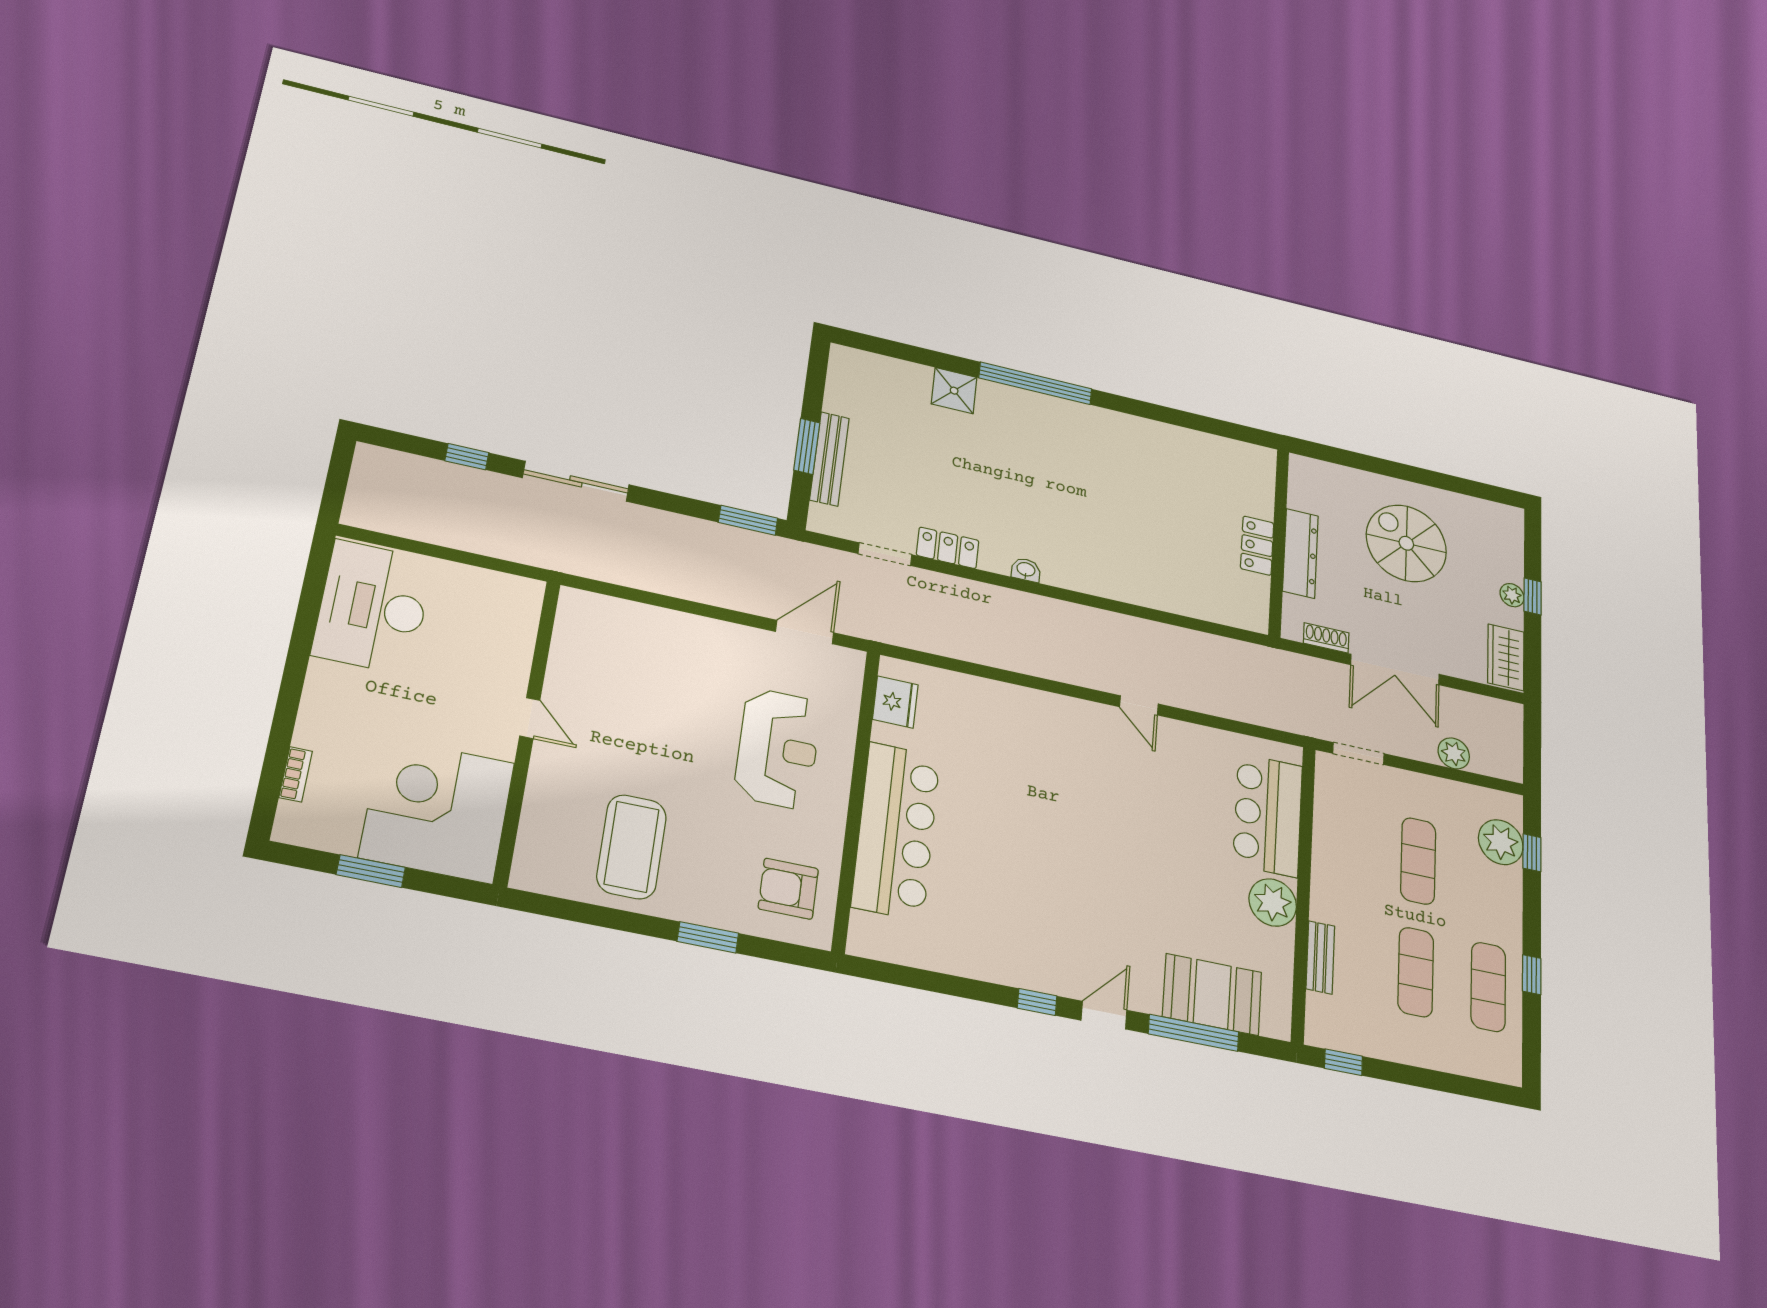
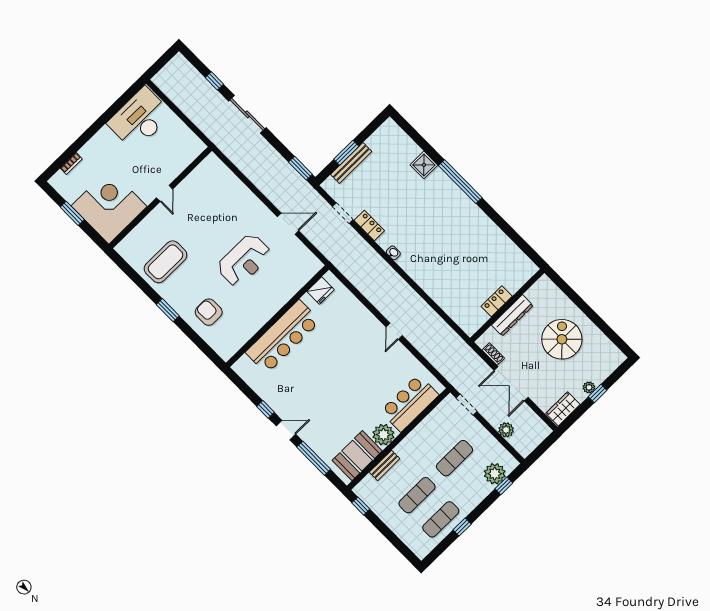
fridge: (895, 702) -> (321, 290), moved
wall: (856, 799) -> (277, 316), moved
bar counter: (896, 831) -> (283, 337), moved
booth: (1212, 994) -> (357, 456), moved, turned 90

